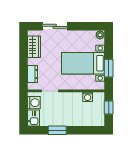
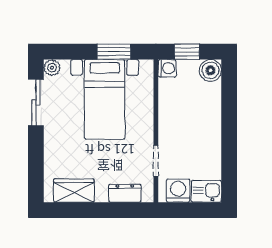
sliding door: (55, 26) -> (36, 102), moved
washing machine: (88, 97) -> (167, 68), moved
boiler: (99, 120) -> (210, 70), added
window: (57, 130) -> (229, 147), removed

